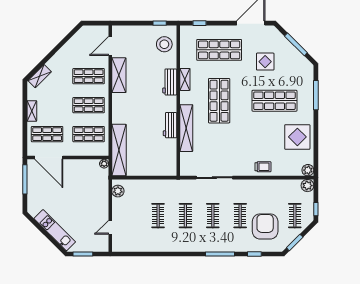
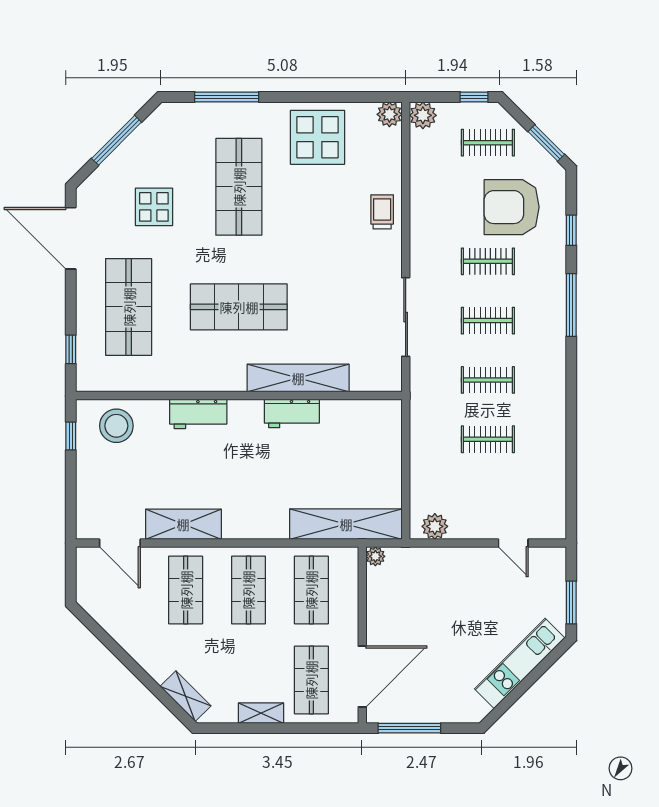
shelving: (185, 79) -> (193, 381), removed

